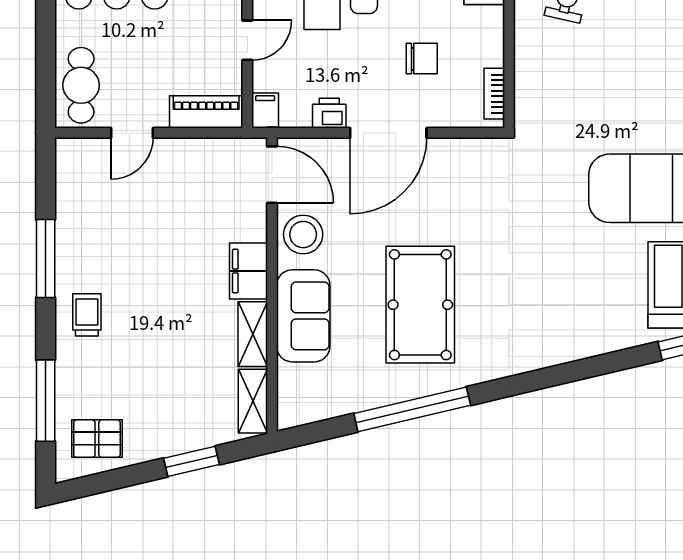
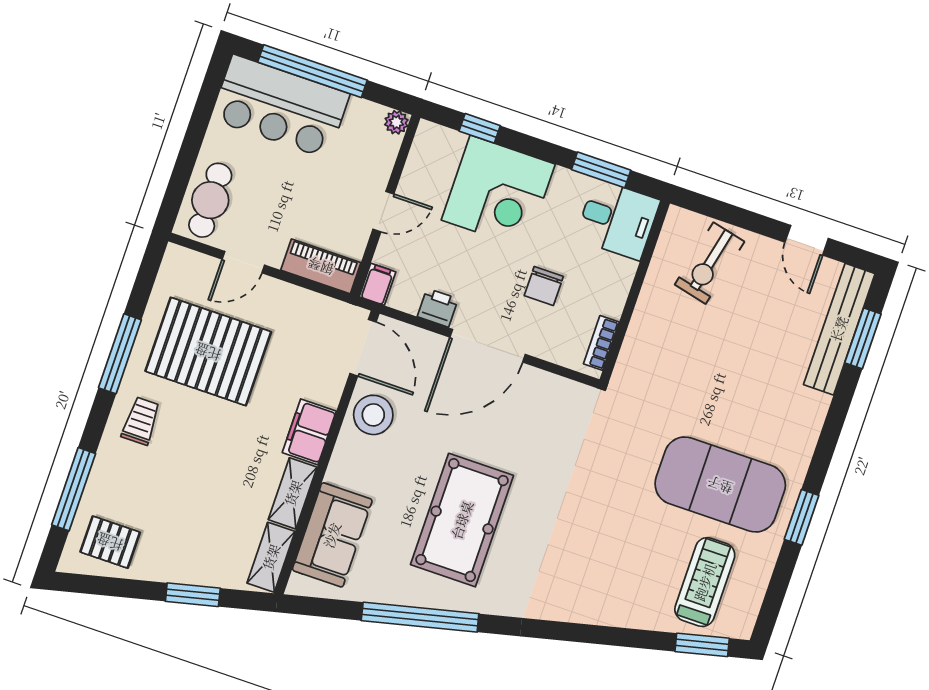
chair: (422, 59) -> (544, 286), turned 90
pallet: (128, 228) -> (208, 352), added
sofa: (303, 316) -> (332, 535), moved

